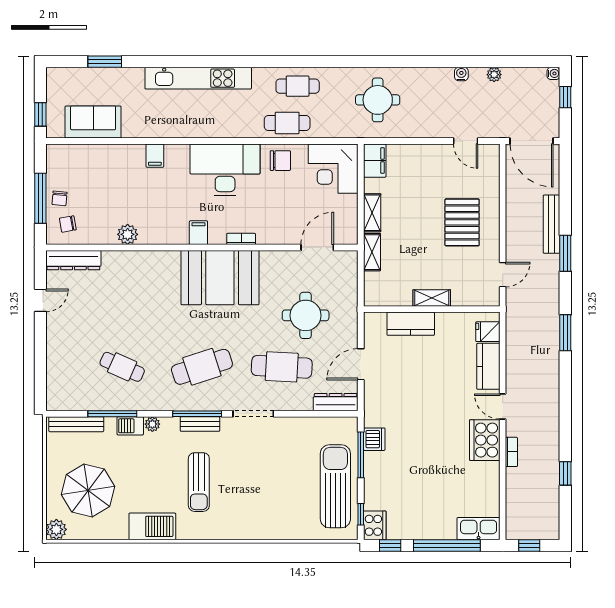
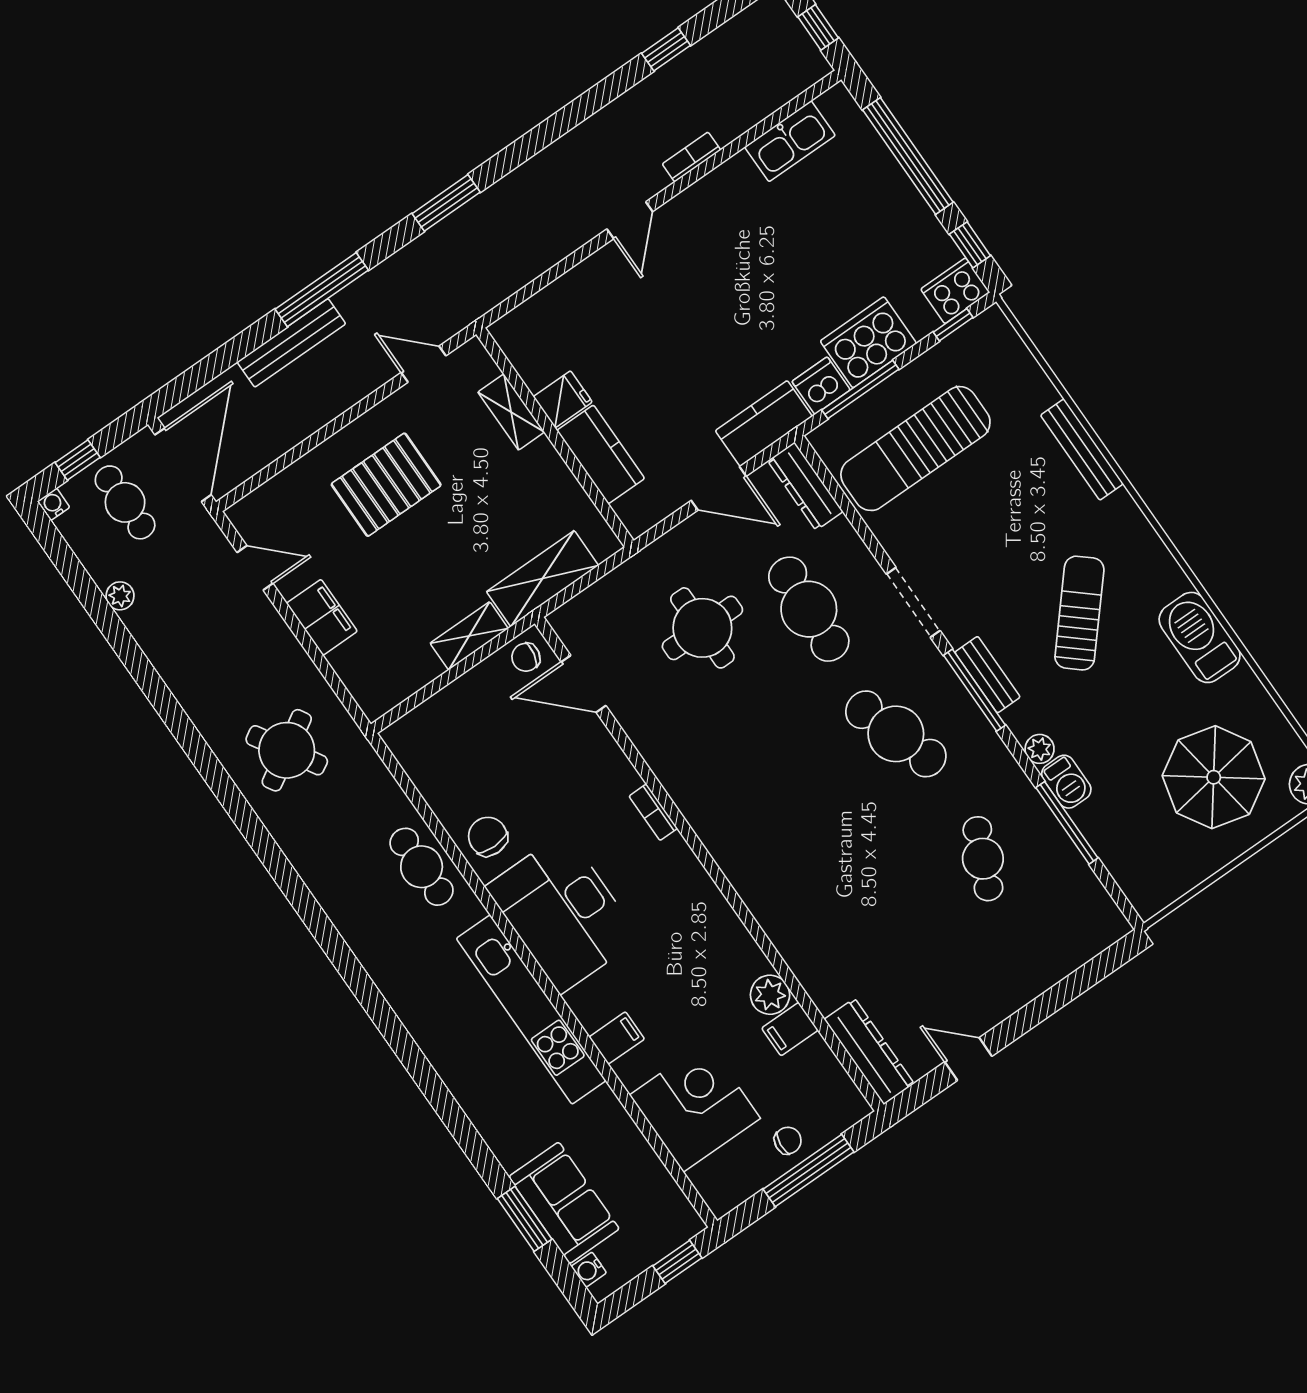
water cooler: (461, 74) -> (589, 1270), moved
kitchen unit: (198, 78) -> (531, 1010), moved, turned 180
cafe table: (298, 86) -> (125, 502), moved
round table: (378, 100) -> (287, 750), turned -31
sofa: (93, 122) -> (564, 1203), moved, turned 180
door: (466, 141) -> (255, 568), hinge flipped
filing cabinet: (375, 161) -> (322, 617), moved, turned 90
corner desk: (333, 169) -> (695, 1107), moved, turned -90
chair: (68, 224) -> (526, 657), moved, turned 112
filing cabinet: (198, 233) -> (790, 1029), moved
shelving: (372, 252) -> (543, 579), width x1.50, depth x1.33
window: (565, 253) -> (322, 290), width x1.44
booth: (220, 278) -> (737, 803), removed
shelving: (432, 298) -> (511, 412), moved
fridge: (488, 332) -> (563, 399), moved, turned -90
kitchen counter: (488, 366) -> (764, 423), moved, turned 180
bench: (76, 424) -> (1082, 450), moved
cooker: (485, 440) -> (868, 342), moved, turned 180
sun lounger: (199, 482) -> (1079, 613), turned -49
sun lounger: (335, 486) -> (915, 449), moved
kitchen sink: (479, 529) -> (790, 141), moved, turned -90

